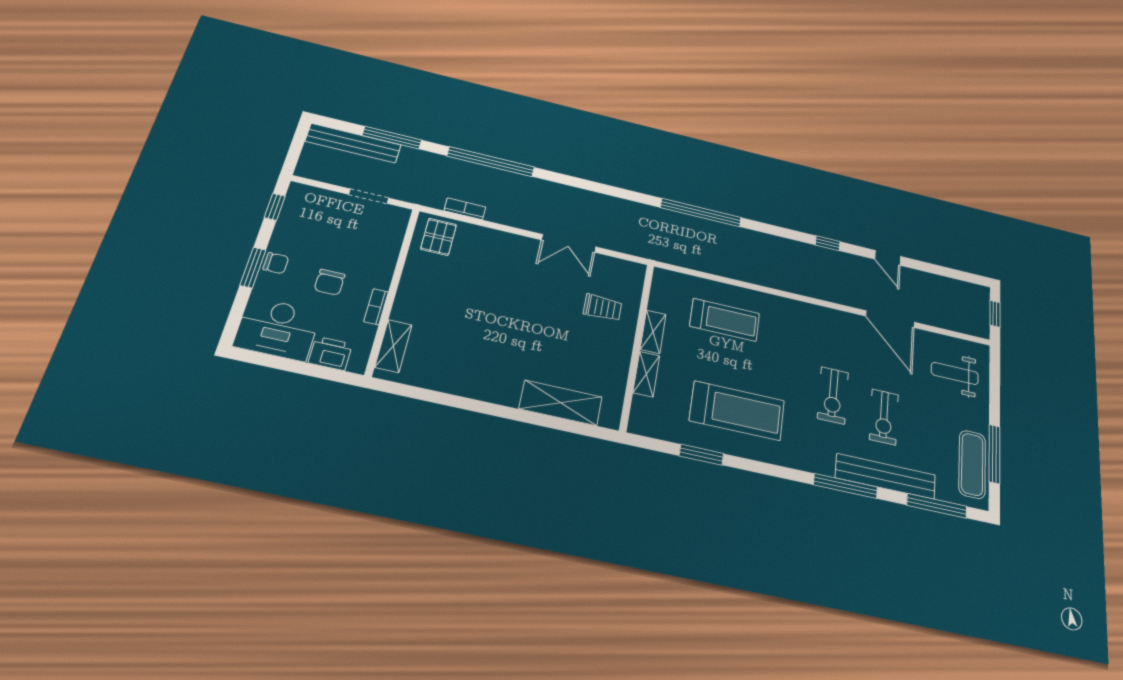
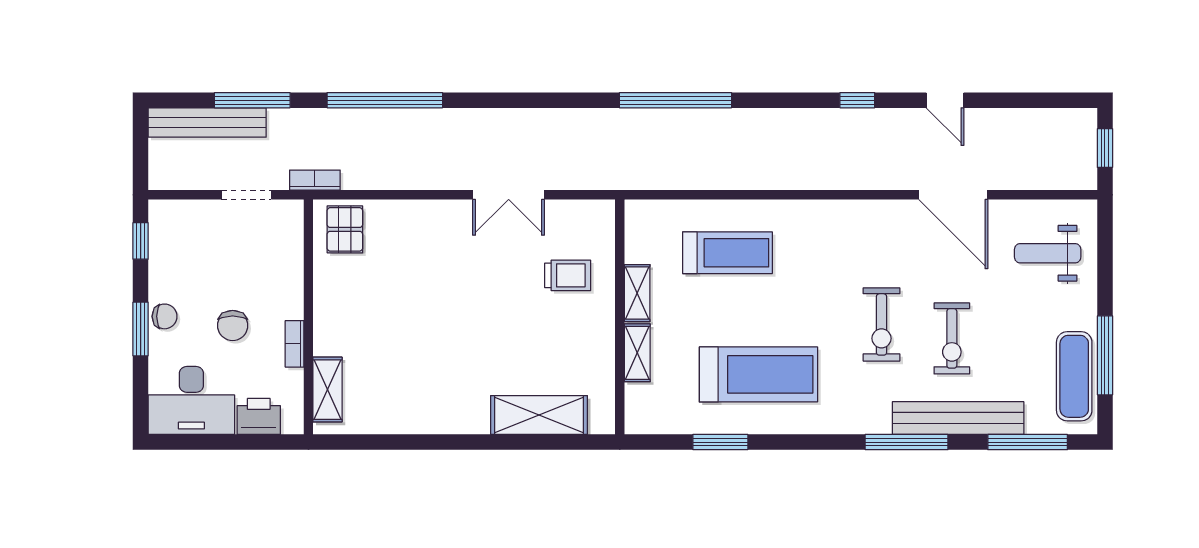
bookcase: (465, 209) -> (315, 180), moved

